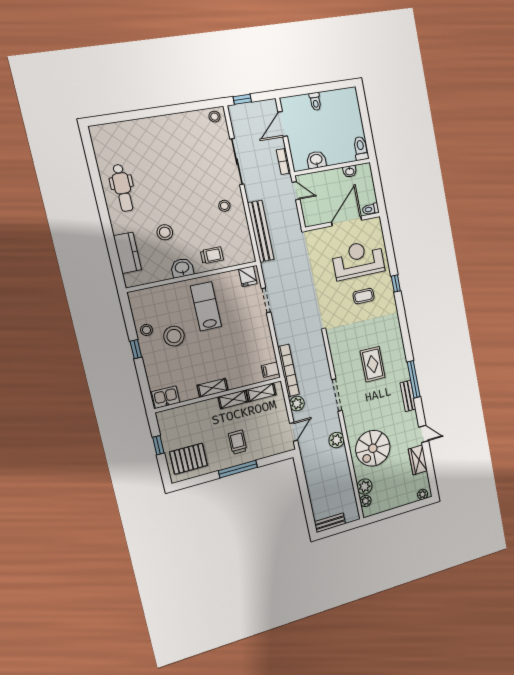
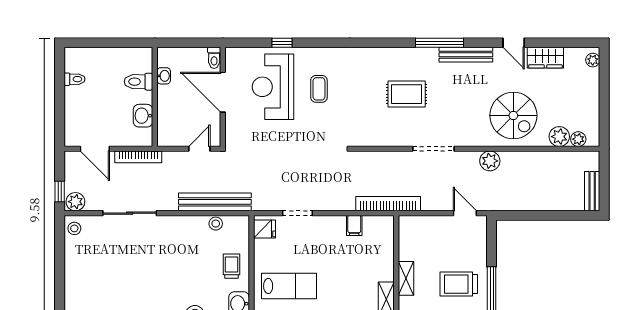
toilet: (315, 101) -> (74, 79), moved
toilet: (361, 148) -> (139, 82), moved
bookcase: (284, 161) -> (138, 157), width x1.56
door: (296, 191) -> (199, 149), moved
stool: (224, 206) -> (216, 224), moved
window: (396, 283) -> (282, 43), moved
lab bench: (206, 306) -> (289, 286), turned 180
filing cabinet: (271, 370) -> (354, 225), moved
shelving: (261, 392) -> (406, 243), removed
bench: (408, 396) -> (466, 55), width x1.36
plant: (297, 404) -> (75, 202), moved
door: (424, 434) -> (514, 43), swing flipped
trolley: (238, 442) -> (459, 284), width x1.36, depth x1.39

